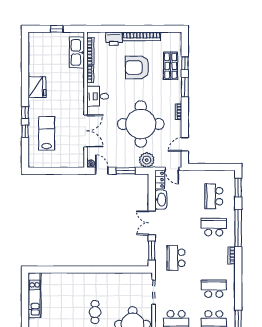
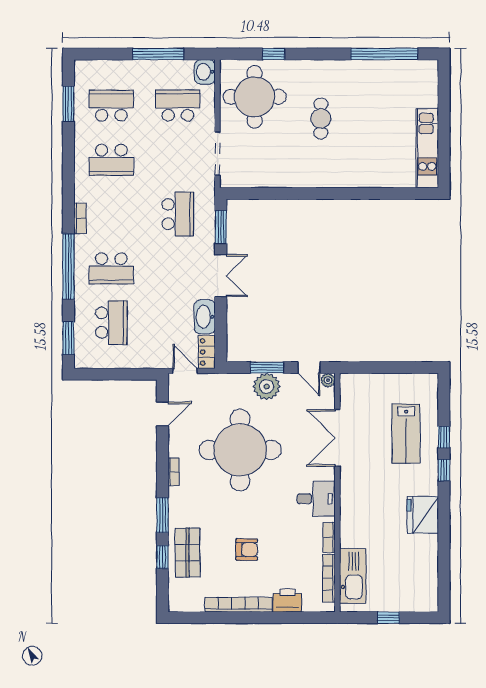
armchair: (137, 67) -> (247, 550), width x0.53, depth x0.53
plant: (147, 160) -> (267, 386), moved

